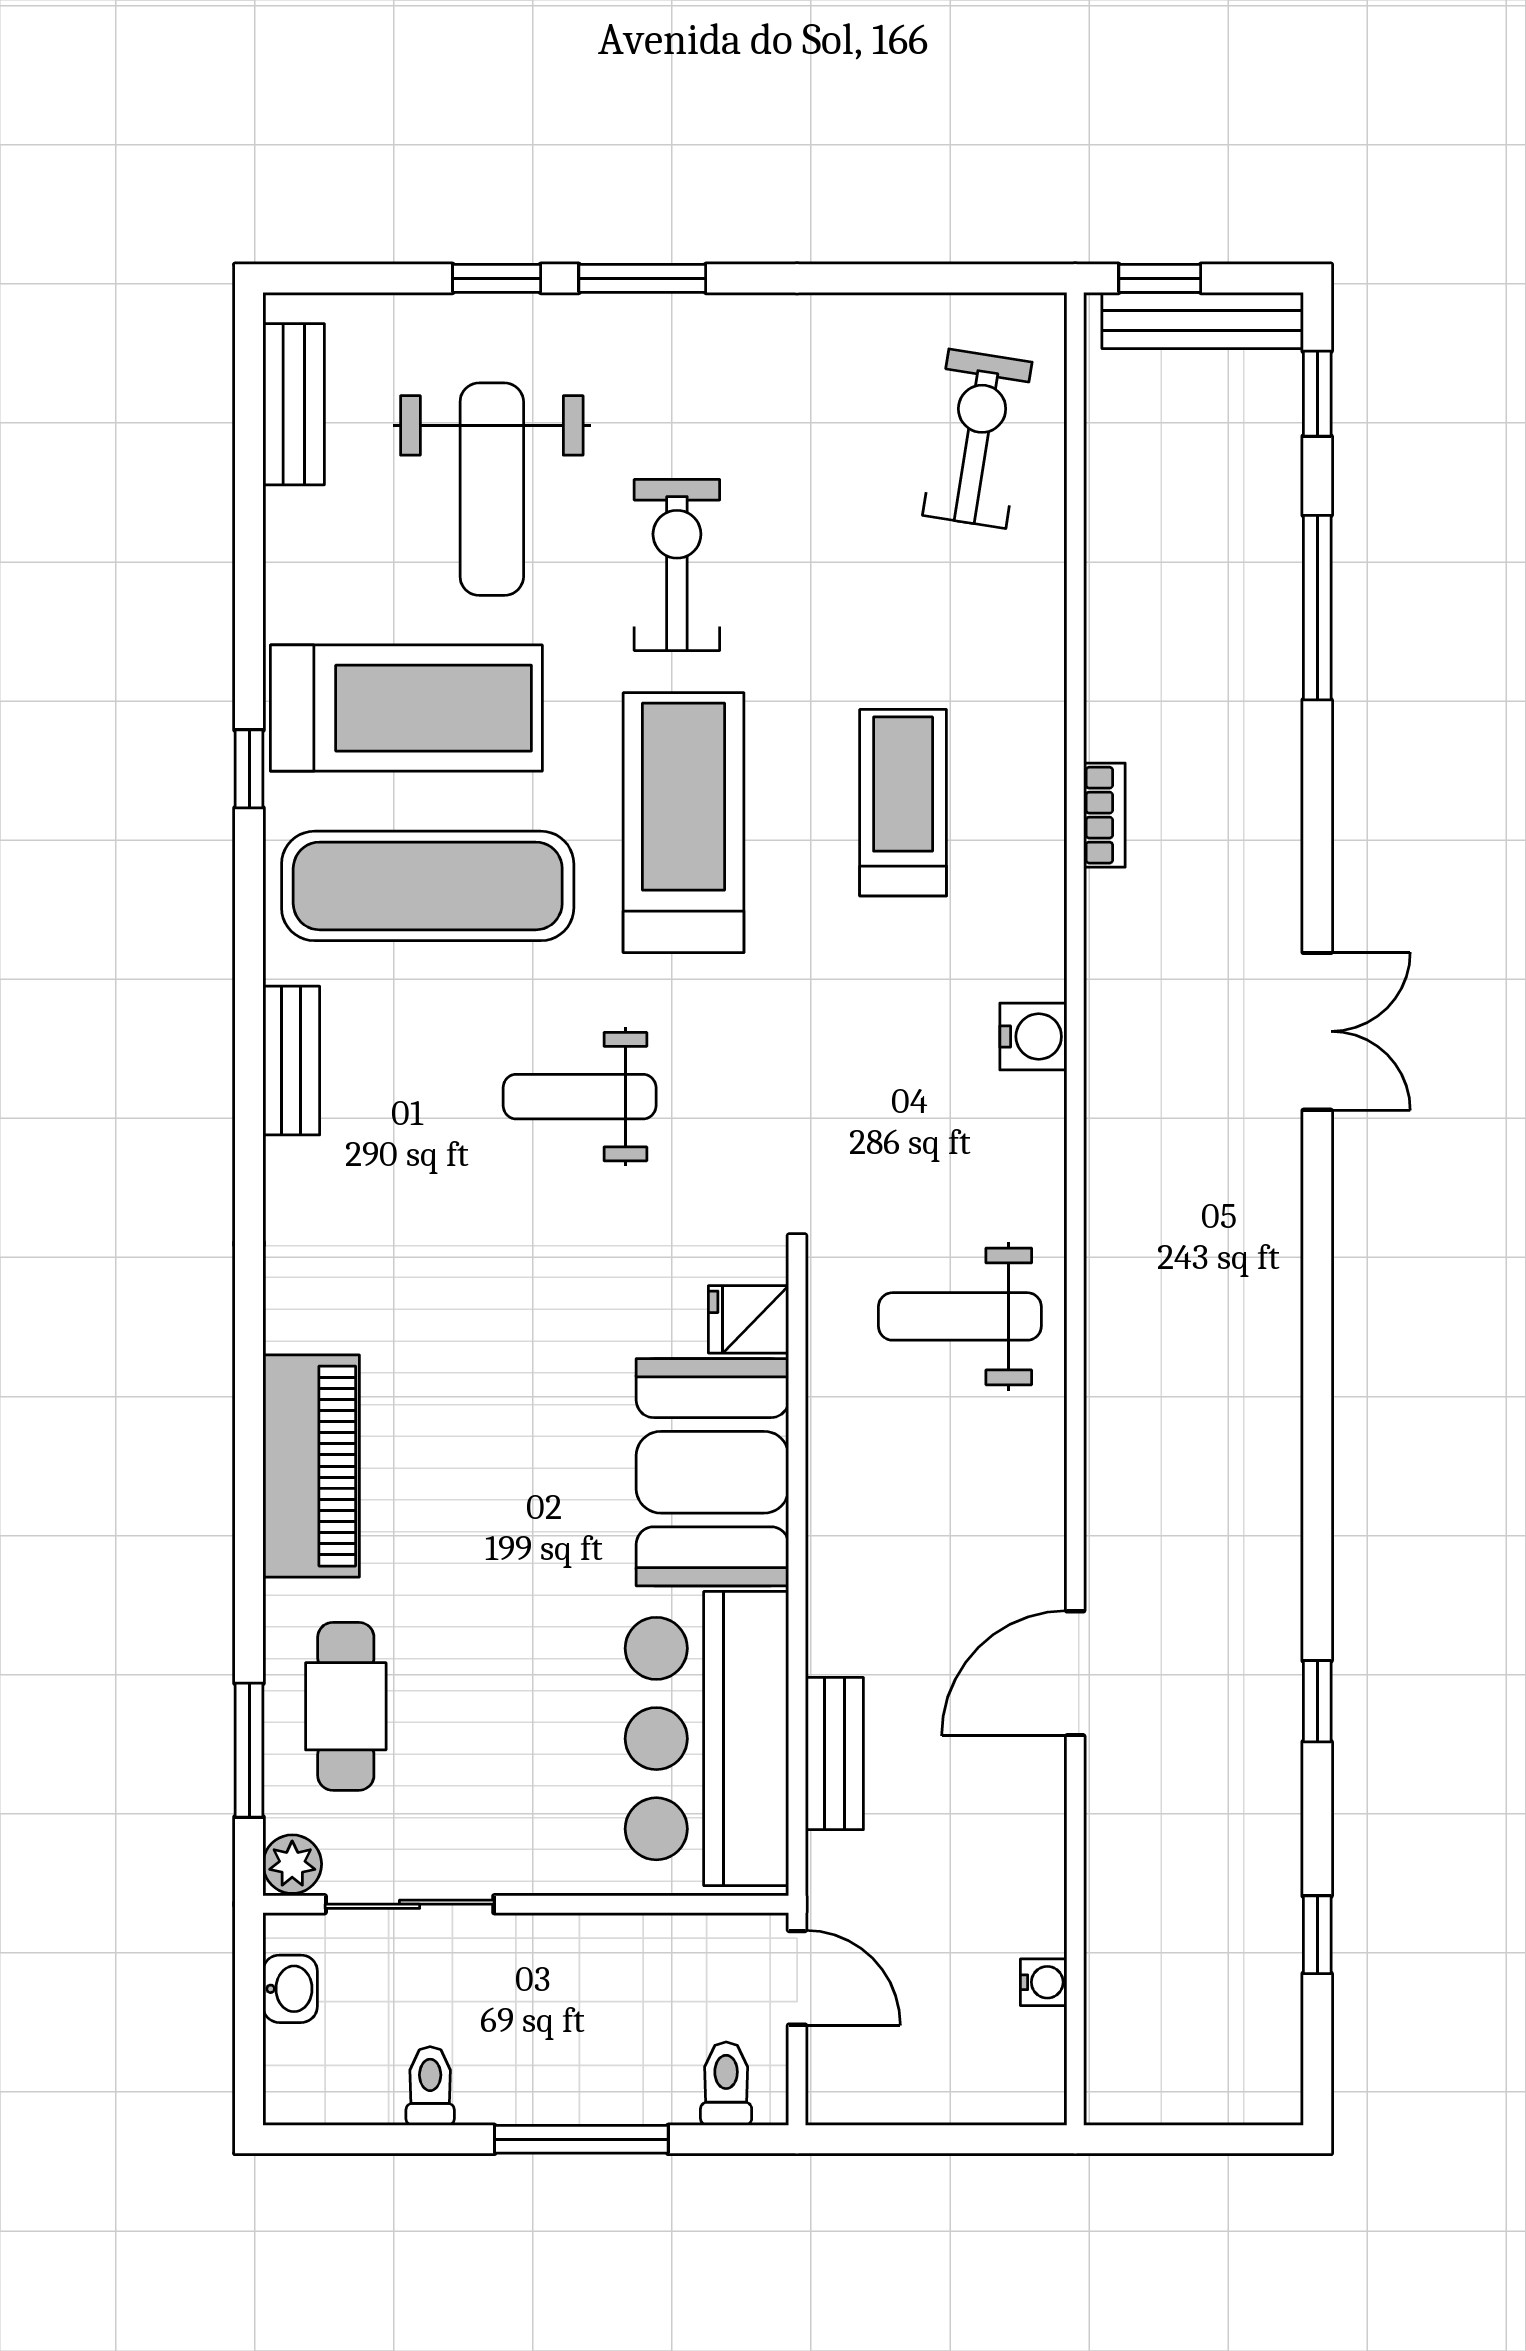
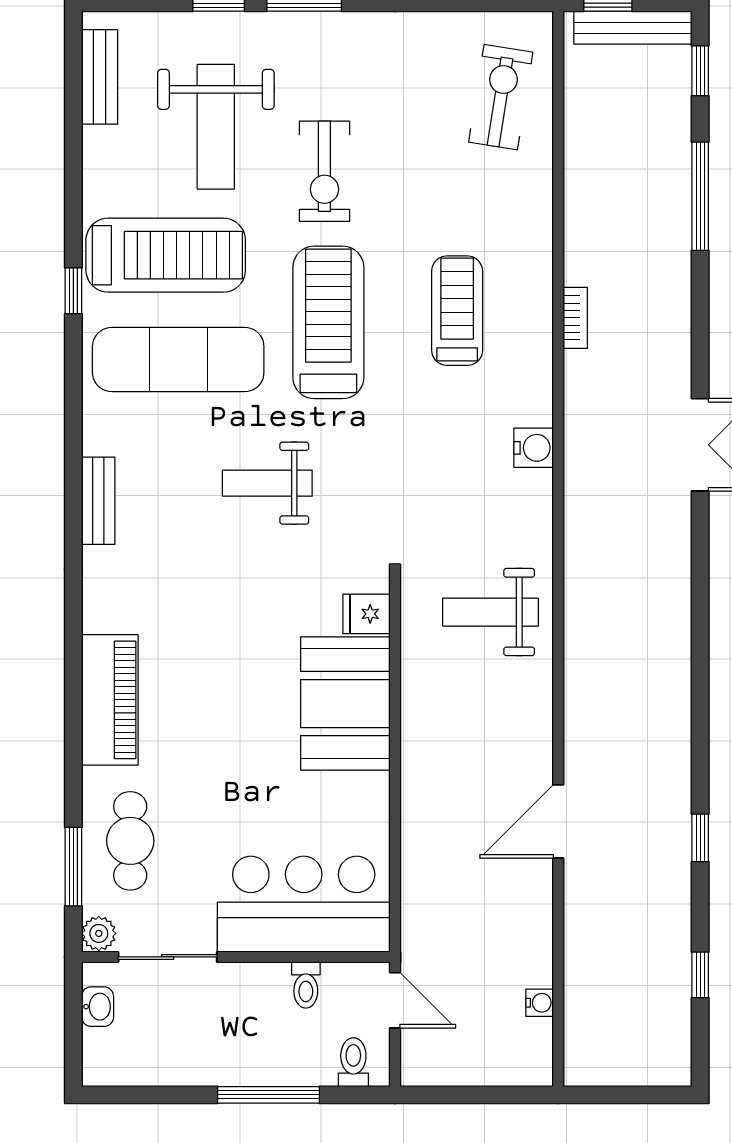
exercise bike: (677, 565) -> (324, 171), turned 180
bench: (291, 1061) -> (98, 501), moved
bar counter: (707, 1739) -> (304, 904), moved, turned 90
bench: (834, 1754) -> (417, 869), removed
toilet: (430, 2086) -> (306, 985), moved, turned 180

